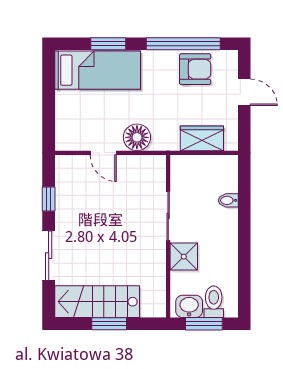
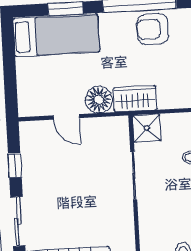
armchair: (195, 69) -> (153, 29), turned 180
wardrobe: (202, 138) -> (135, 99), moved
shower: (184, 257) -> (147, 128), moved

